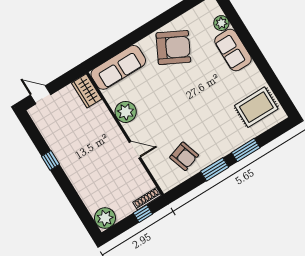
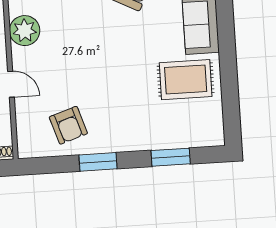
rug: (256, 107) -> (186, 80), moved
window: (246, 150) -> (171, 157), moved

